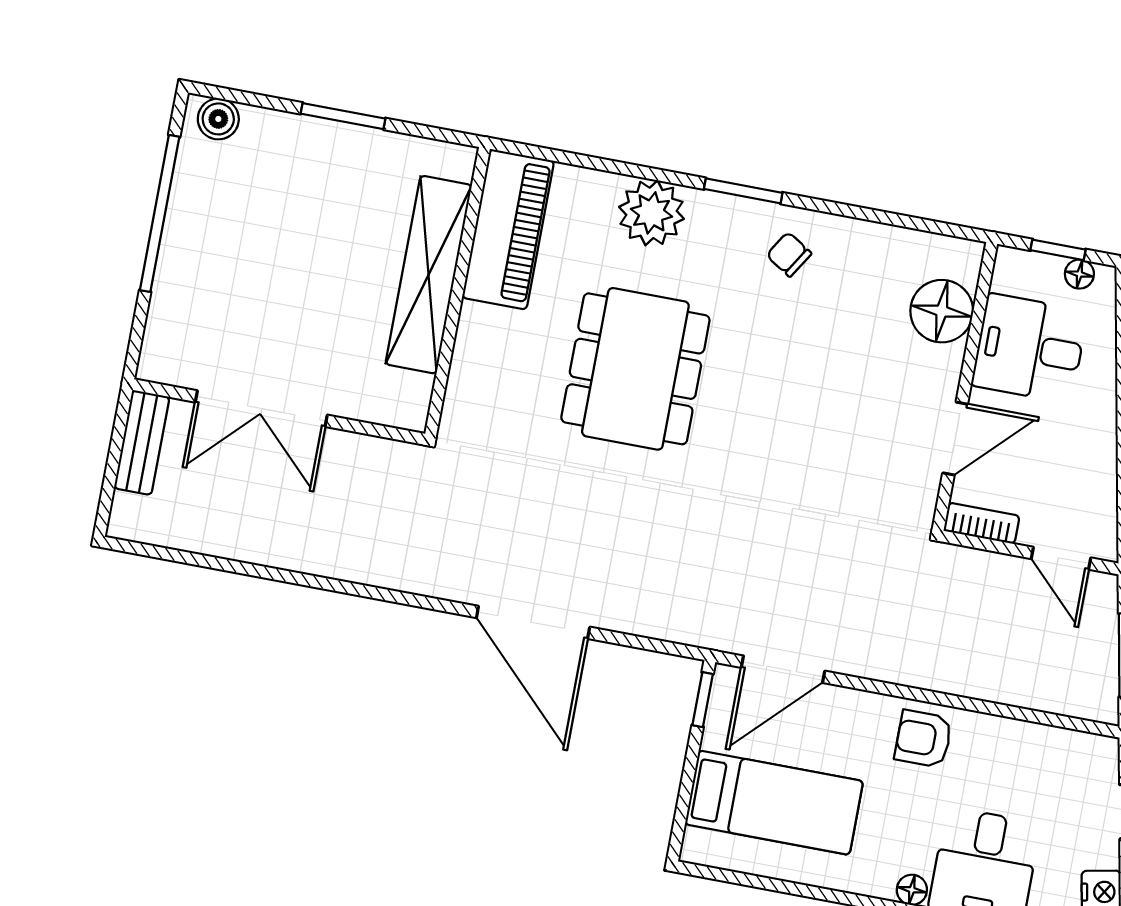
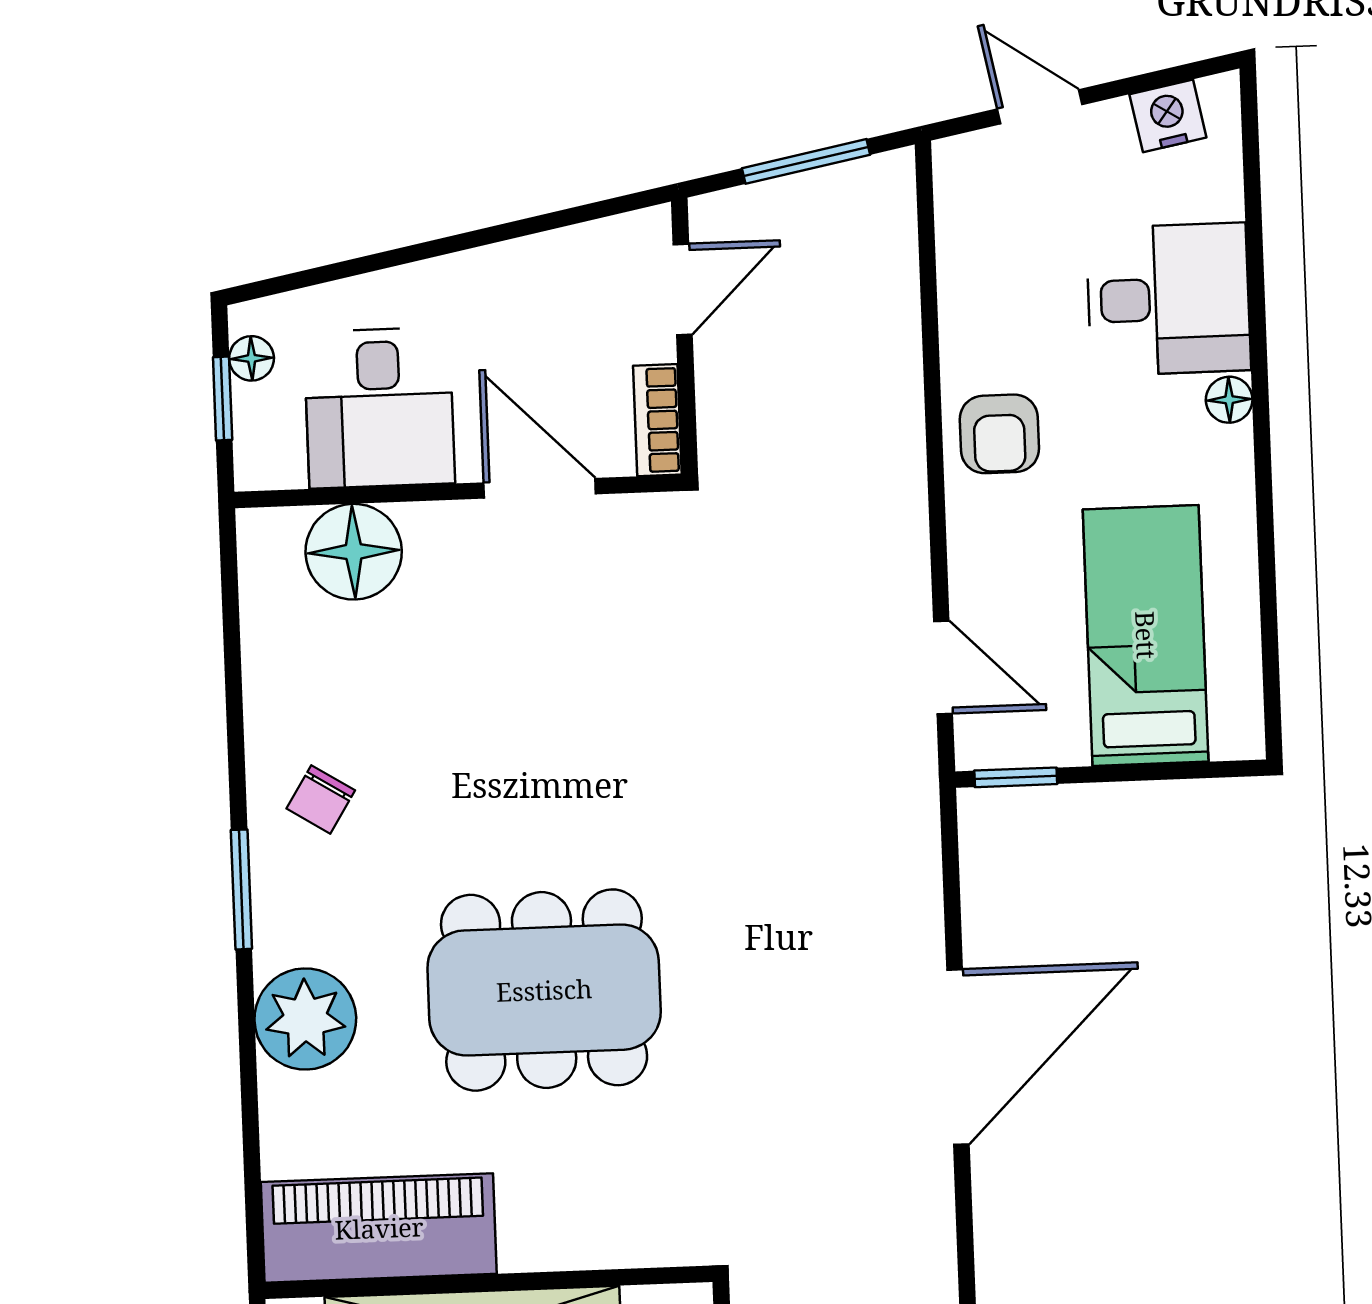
door: (783, 669) -> (943, 667), width x0.73

